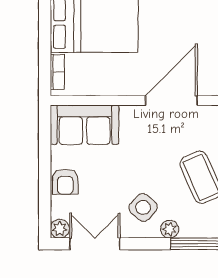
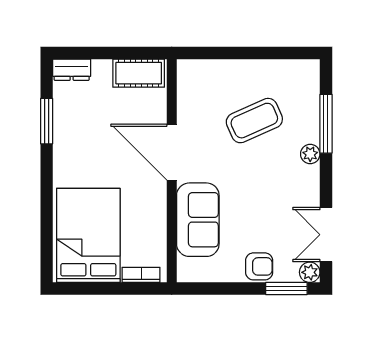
sofa: (84, 125) -> (198, 220), moved
window: (45, 207) -> (286, 289), added
side table: (143, 208) -> (287, 183), removed

